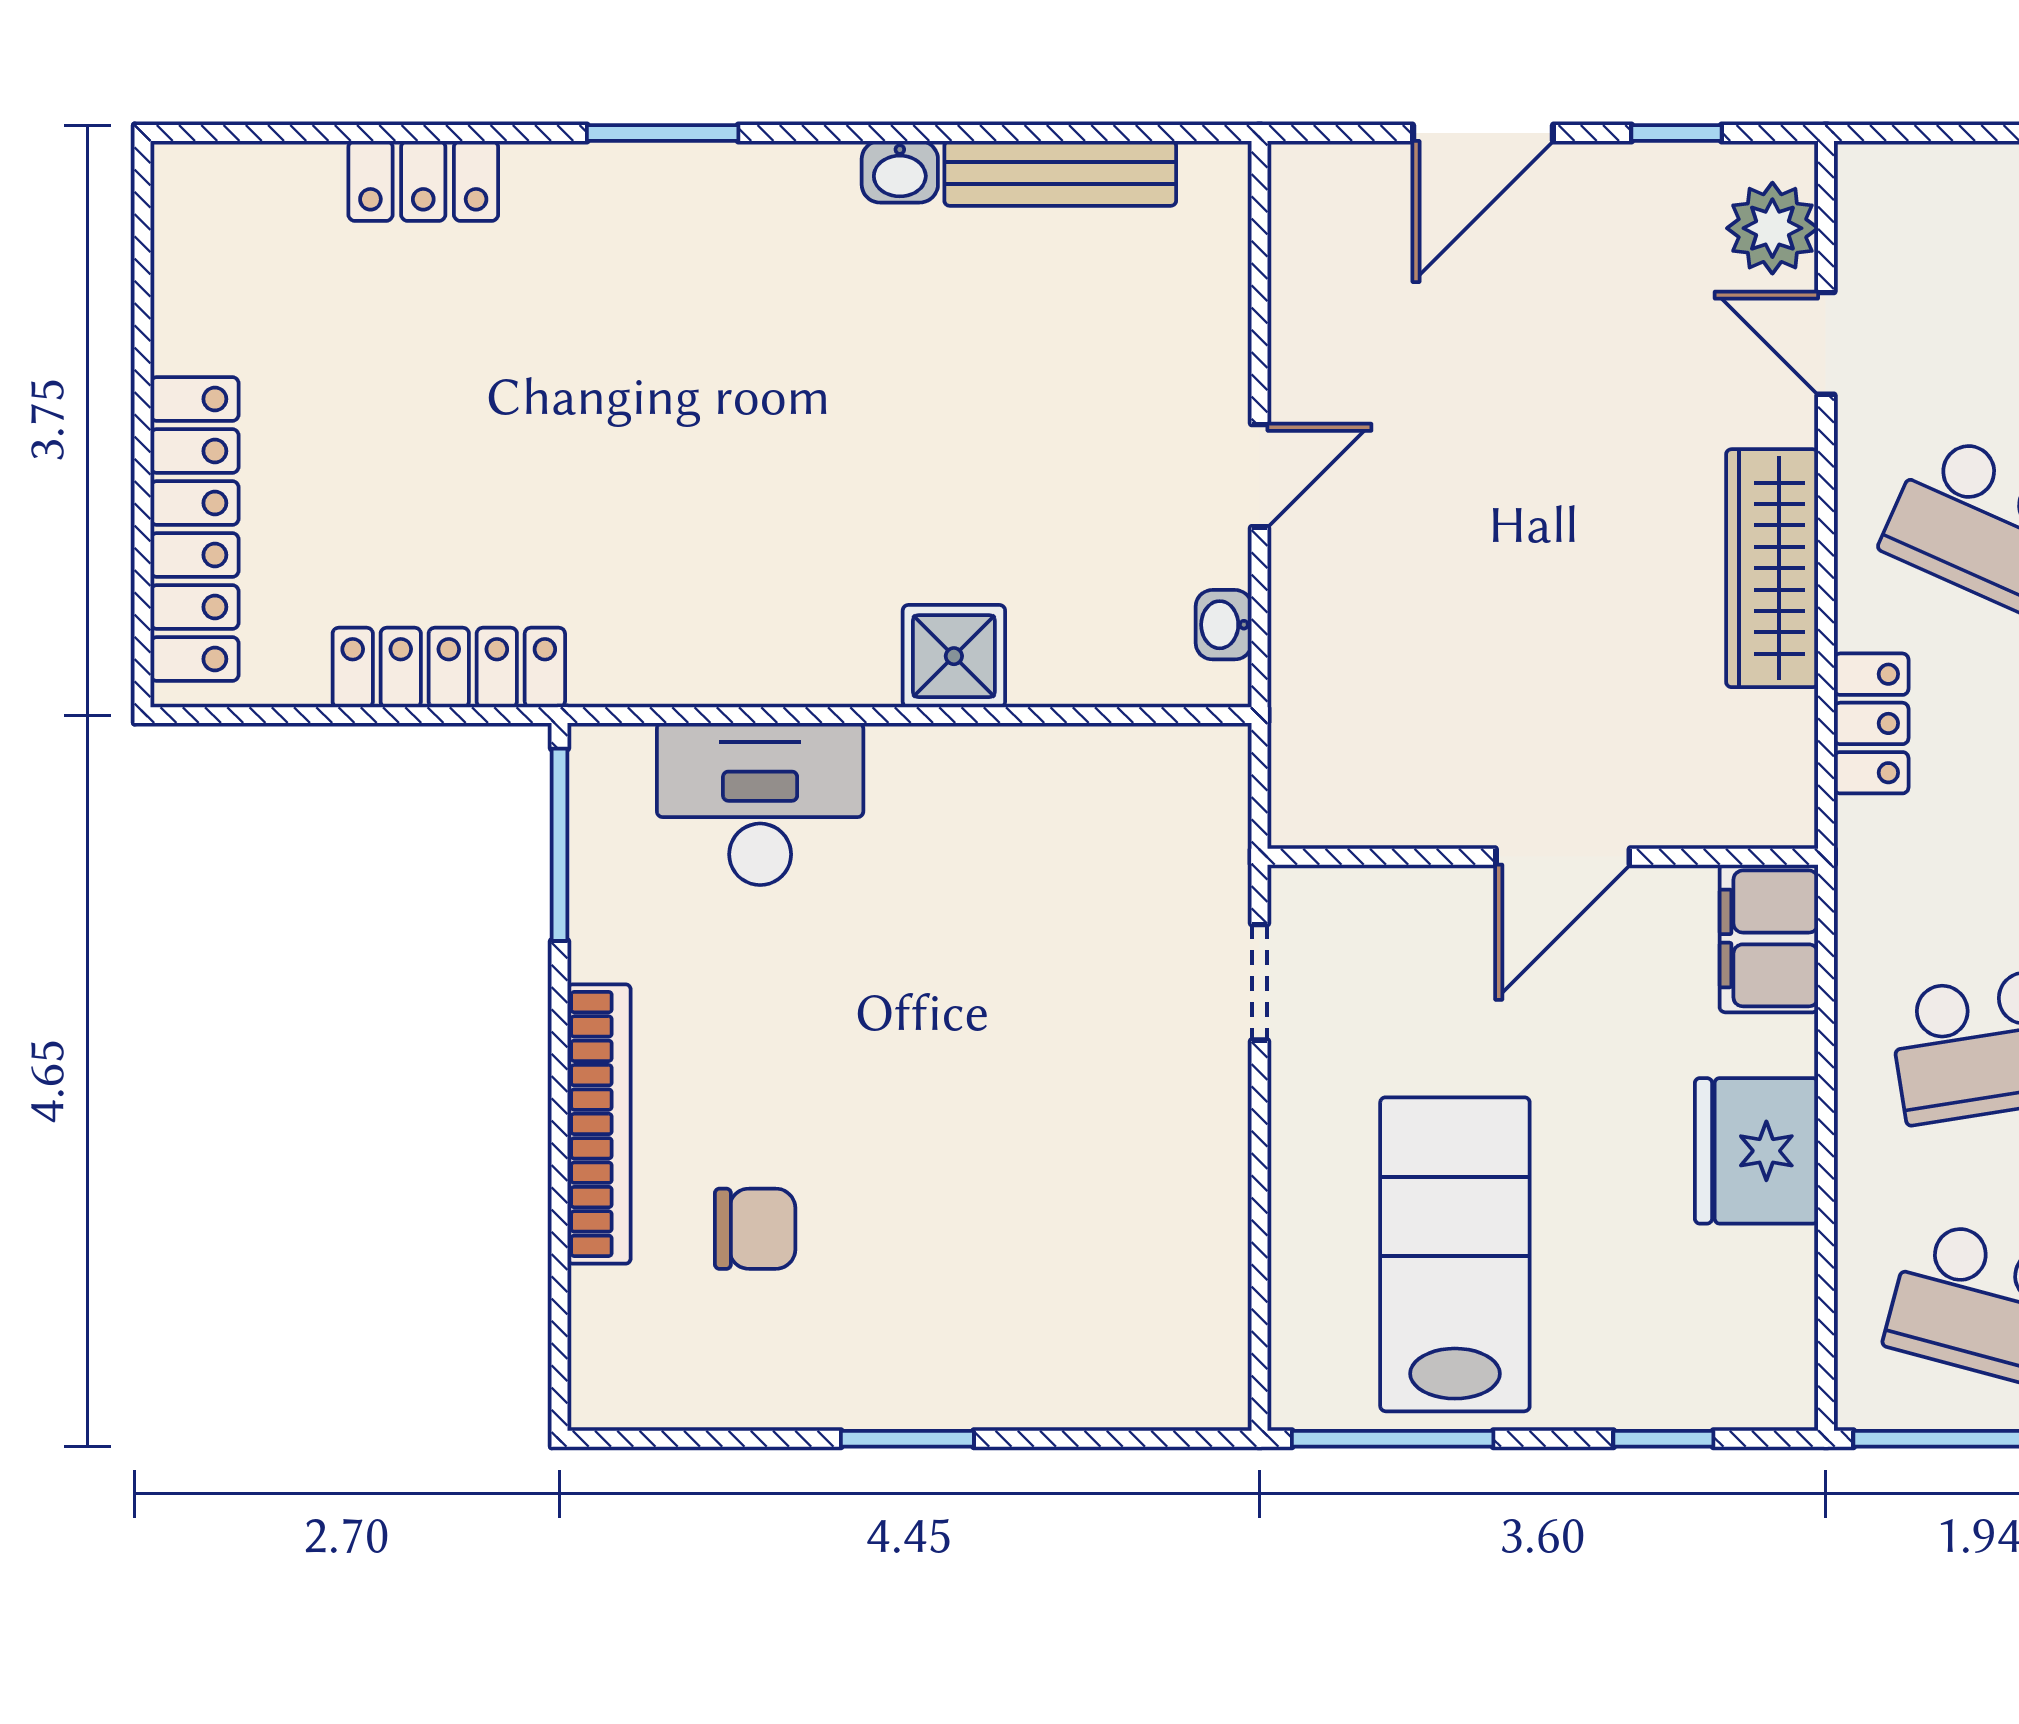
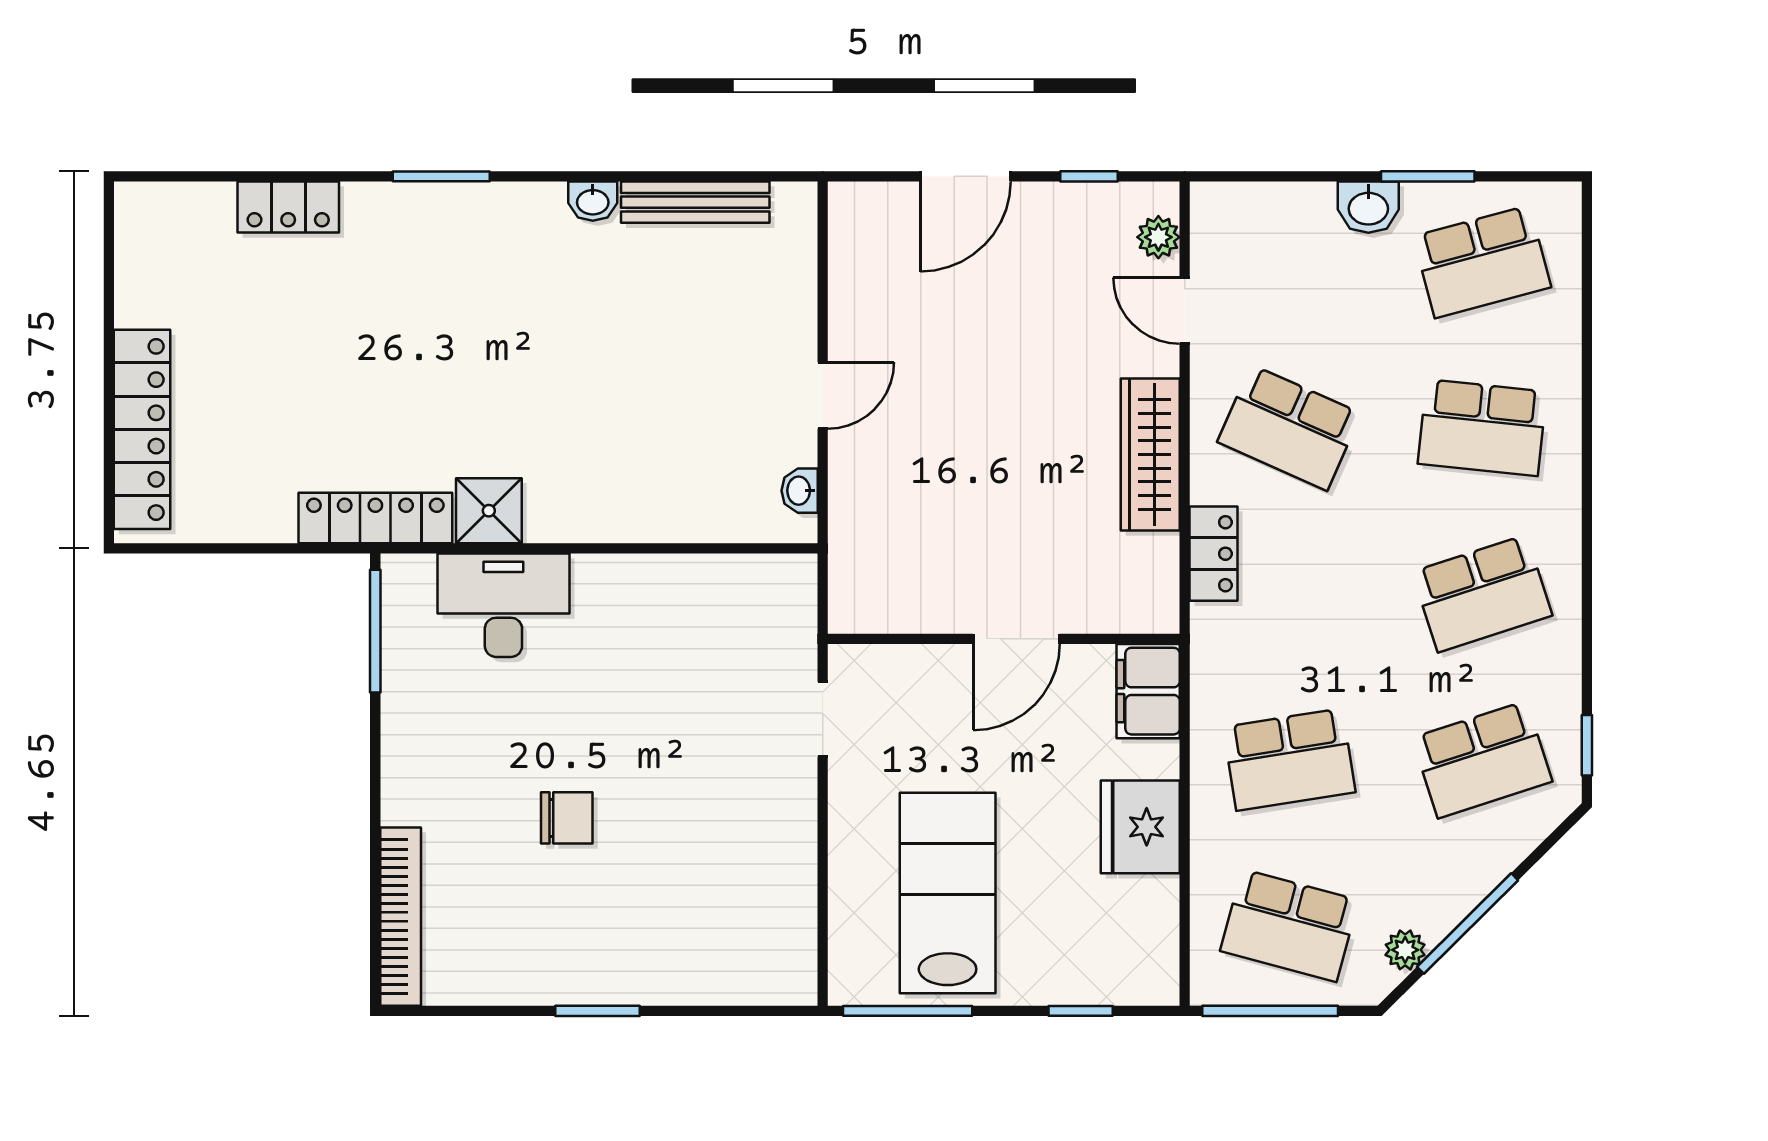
plant: (1772, 228) -> (1158, 237), width x0.73, depth x0.73
shower: (954, 656) -> (489, 511), moved
locker: (449, 668) -> (375, 518), moved
bookcase: (599, 1124) -> (401, 917), moved
chair: (755, 1229) -> (567, 818), moved

